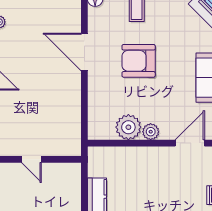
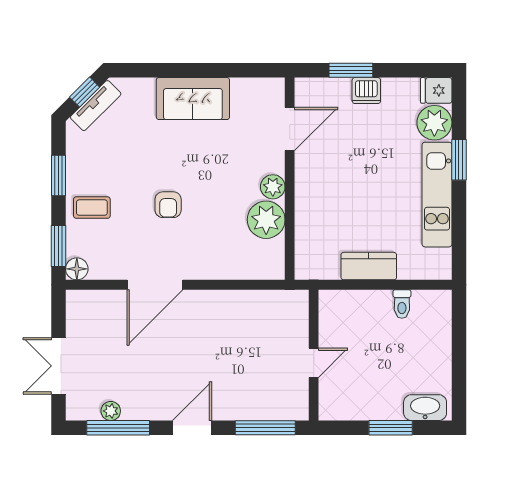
armchair: (139, 61) -> (168, 205), width x0.53, depth x0.53
door: (190, 143) -> (290, 129), swing flipped

